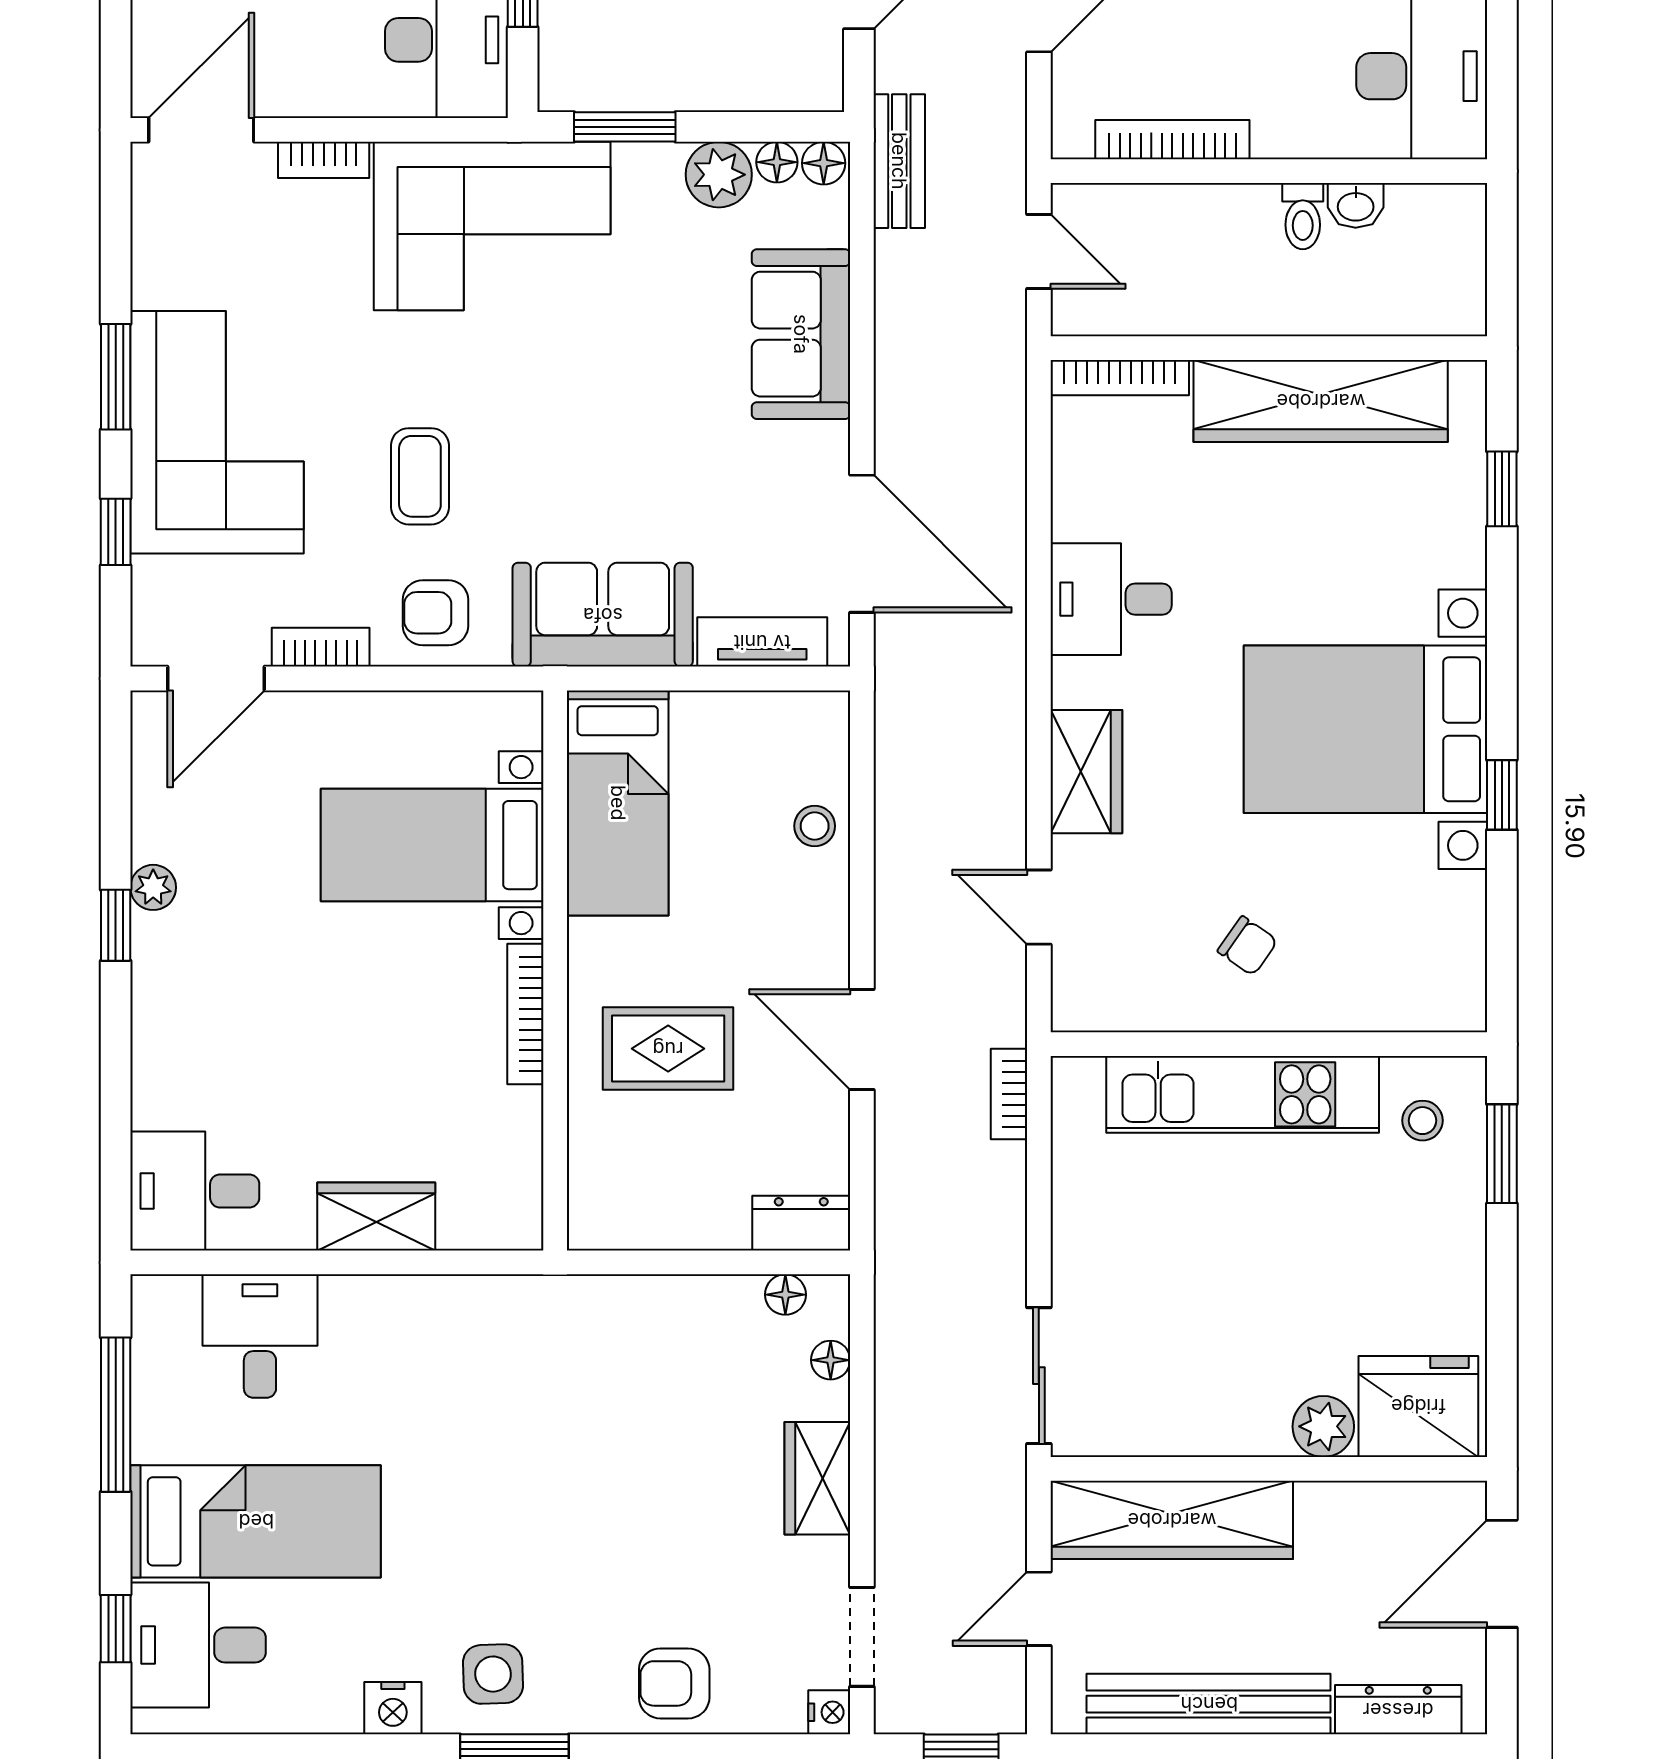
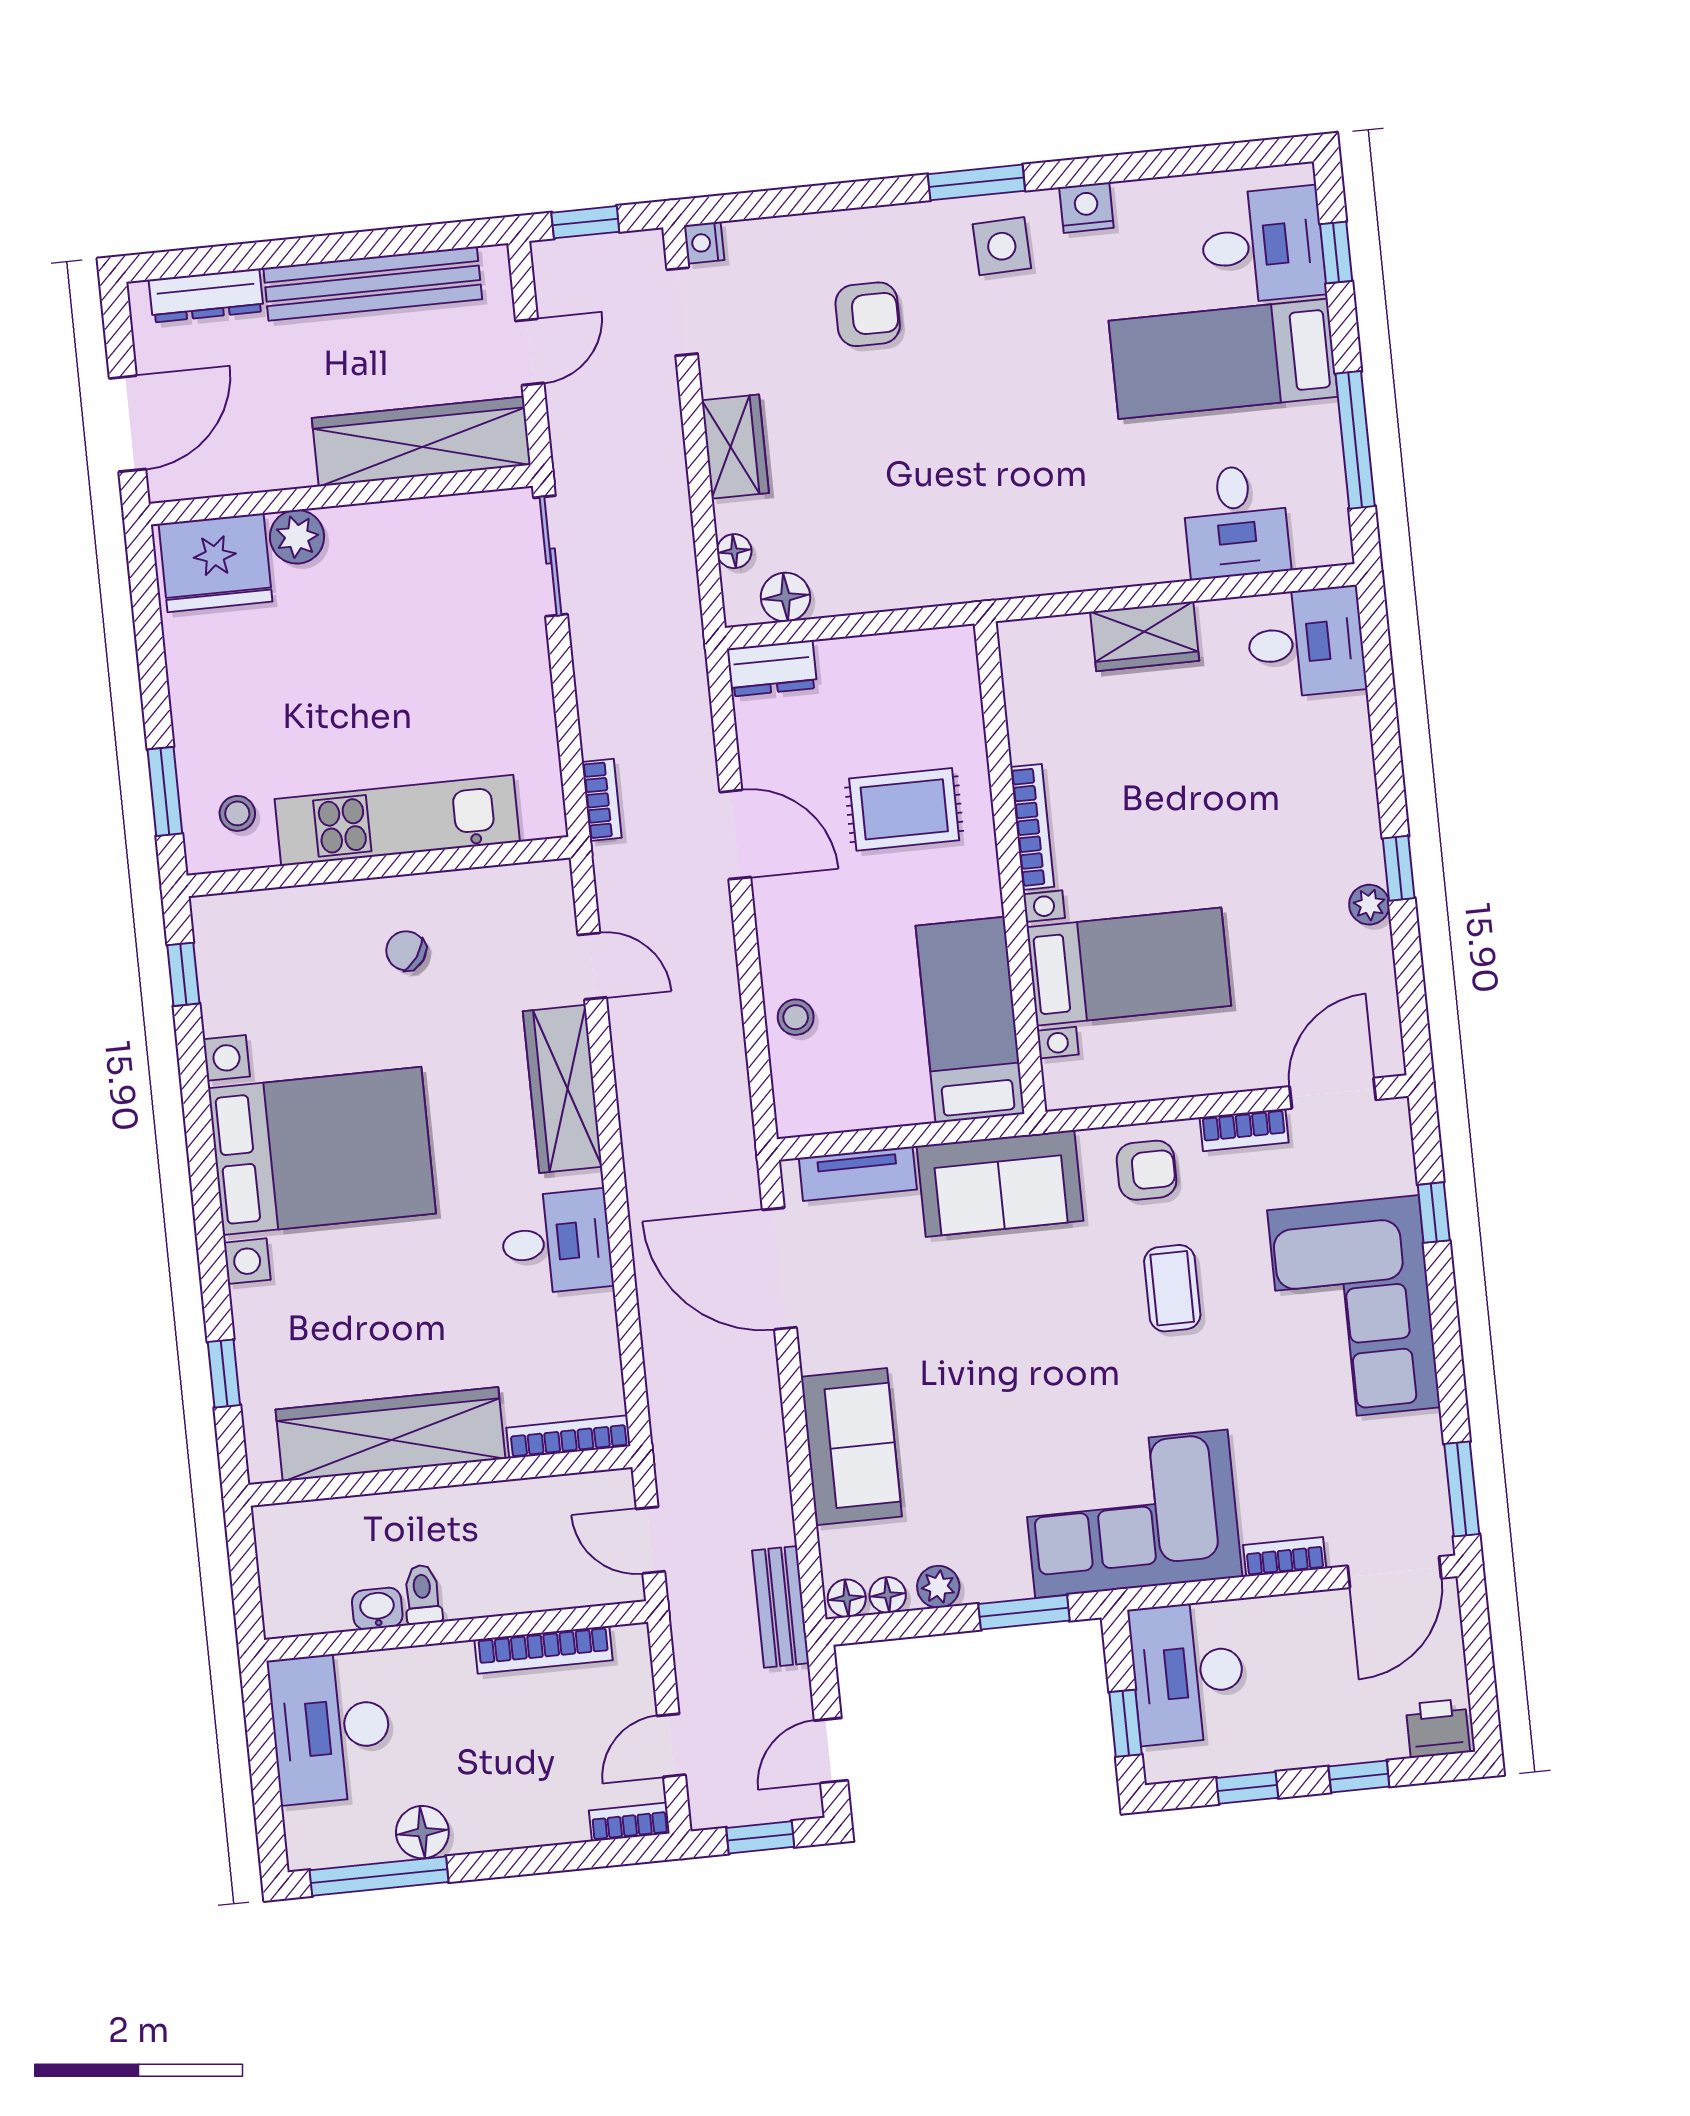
plant: (719, 175) -> (938, 1587), width x0.73, depth x0.73
window: (116, 377) -> (1462, 1489), moved
wardrobe: (1086, 772) -> (563, 1089), width x1.50
window: (1502, 795) -> (183, 974), moved
floor lamp: (785, 1295) -> (785, 597), width x1.37, depth x1.37
armchair: (674, 1683) -> (868, 314), moved

